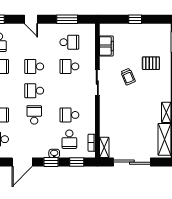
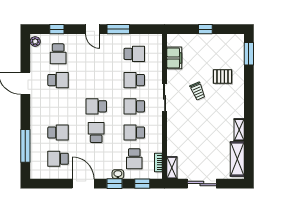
window: (67, 19) -> (118, 29), moved
school desk: (34, 66) -> (134, 106), moved
door: (22, 162) -> (83, 184), swing flipped
sliding door: (132, 162) -> (202, 184), width x0.73

